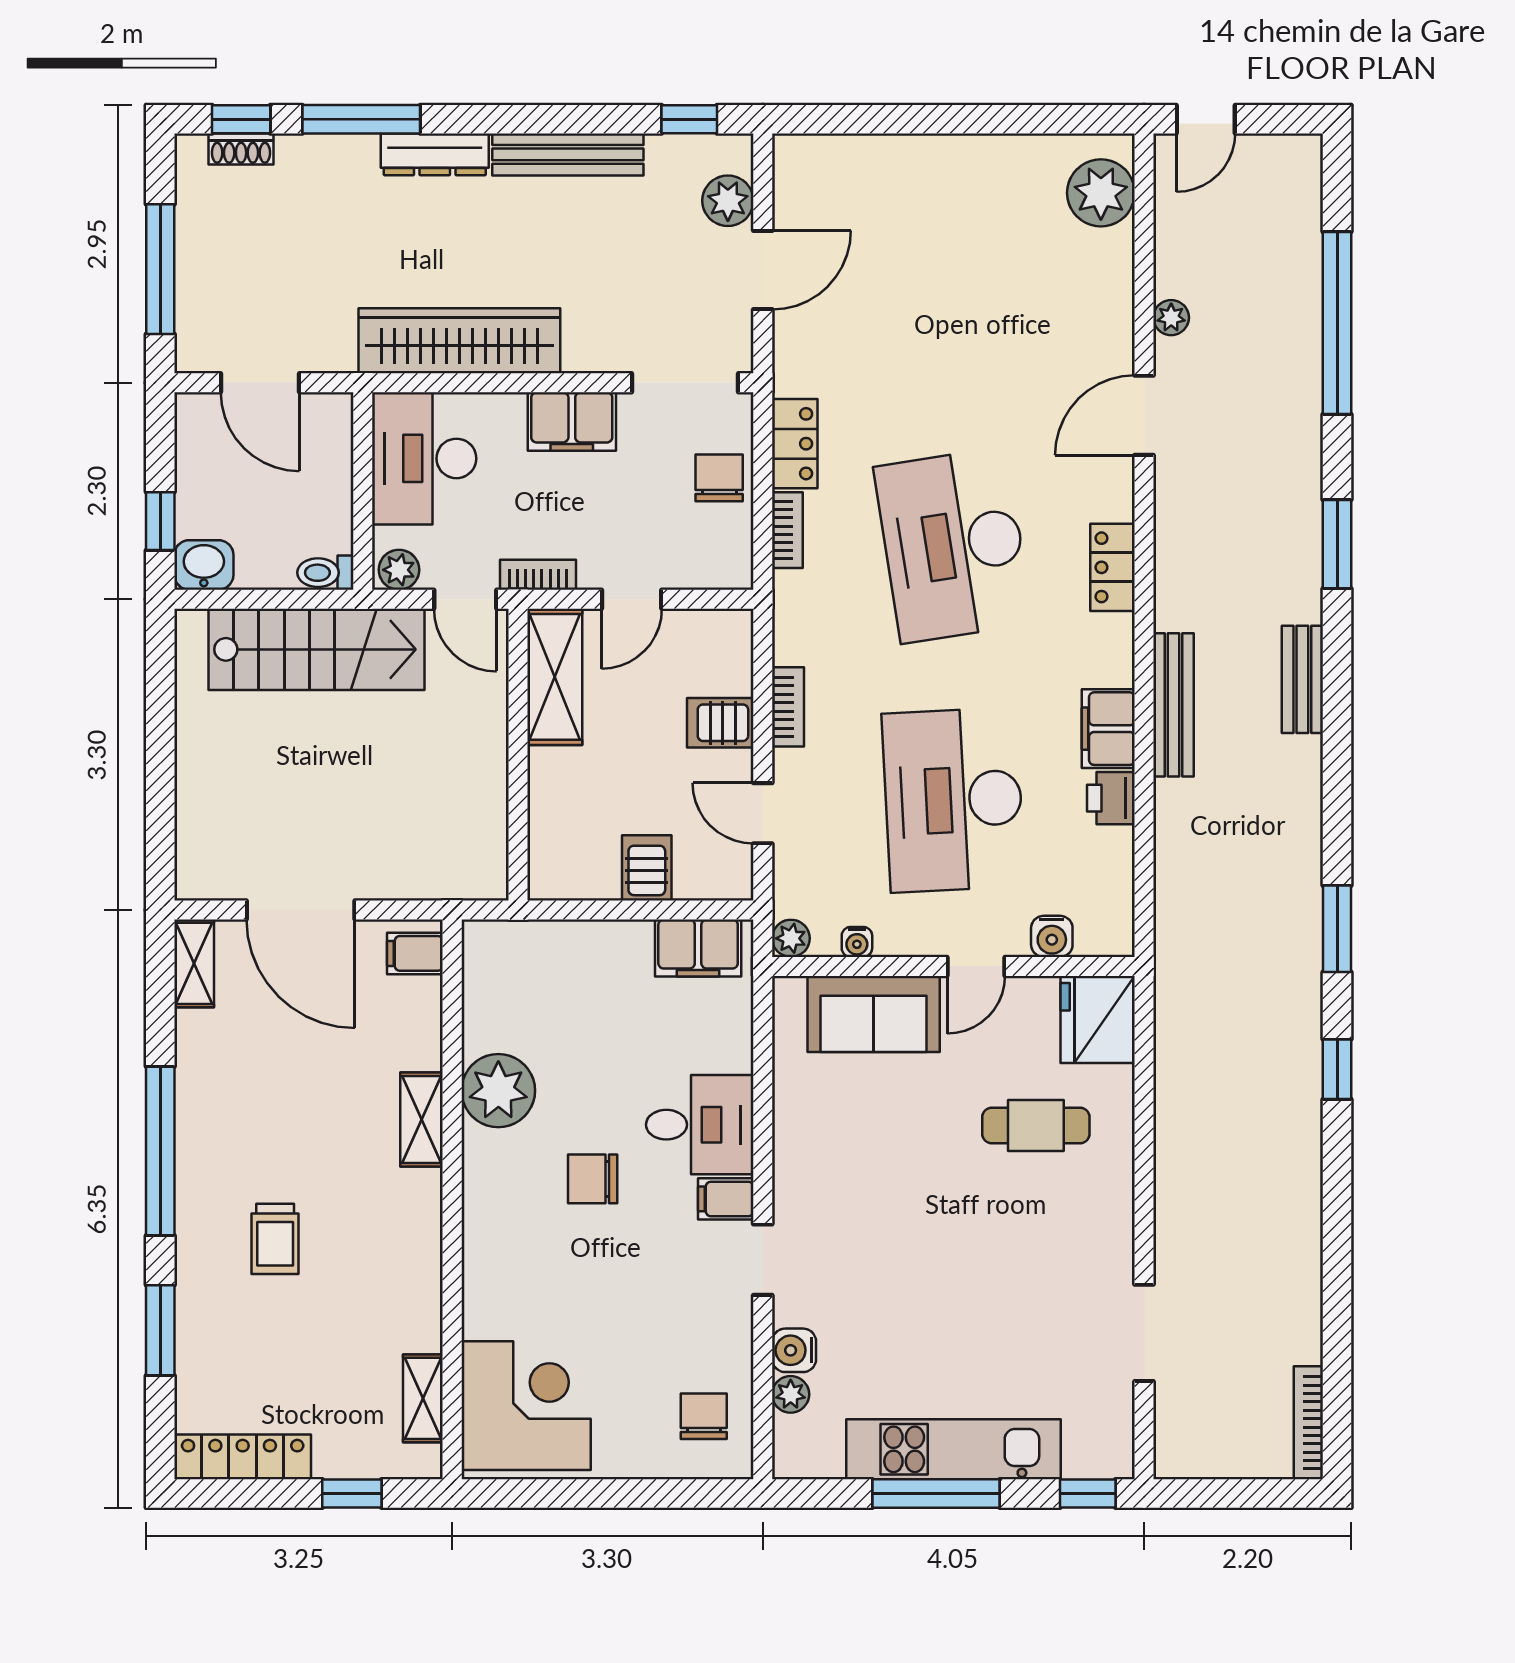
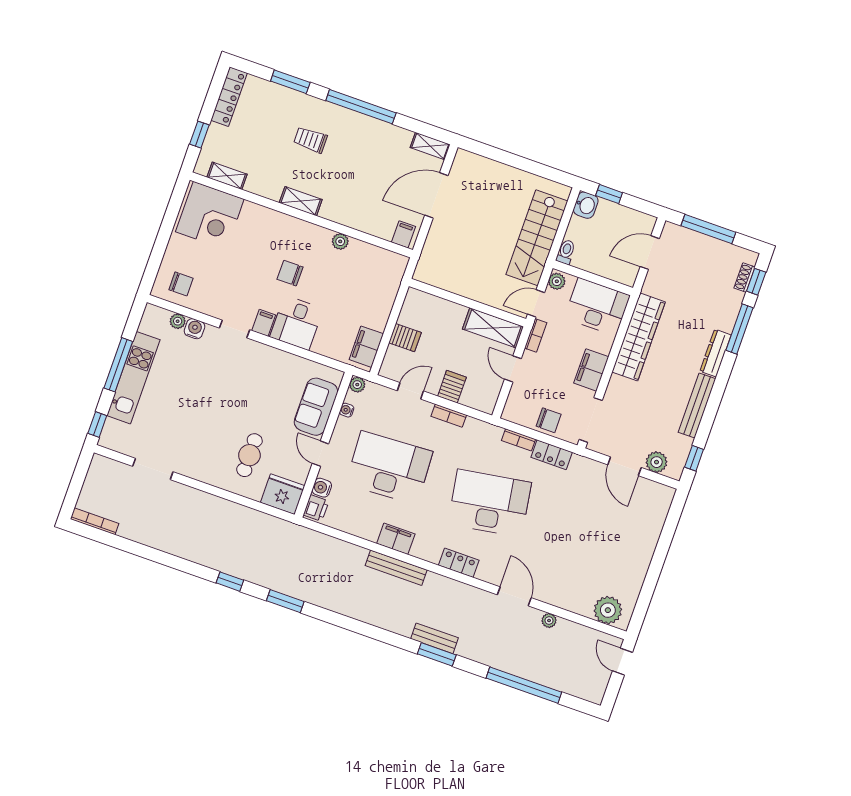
bench: (1302, 679) -> (435, 638), moved
printer: (1111, 798) -> (316, 508), moved, turned 90
plant: (498, 1091) -> (340, 241), width x0.53, depth x0.53
shelving: (421, 1120) -> (301, 201), moved
chair: (593, 1179) -> (290, 273), turned -90

